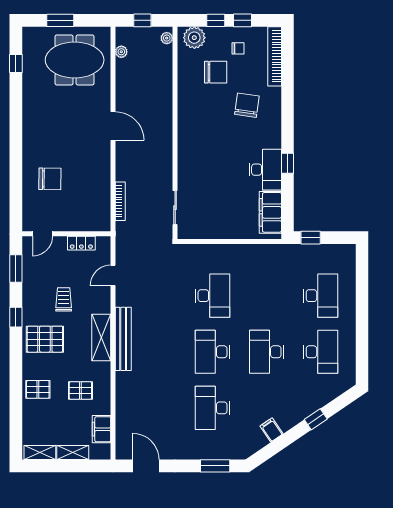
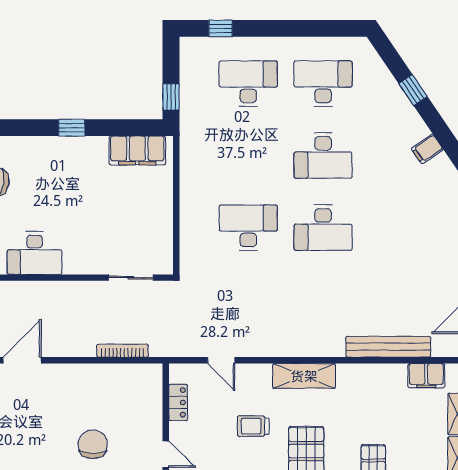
desk: (265, 170) -> (35, 253), moved, turned 180
window: (362, 275) -> (221, 28), added
bench: (123, 339) -> (388, 347), moved
pallet: (80, 391) -> (375, 404), removed
desk: (213, 408) -> (398, 228), removed

